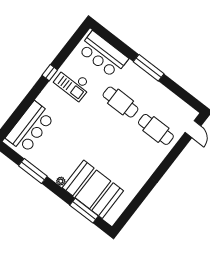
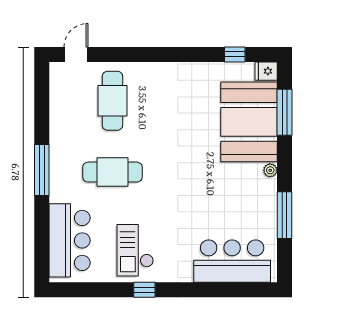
checkout: (73, 83) -> (135, 250), turned 180
cafe table: (120, 102) -> (112, 172), turned 90
window: (132, 208) -> (235, 54), added
fridge: (112, 217) -> (266, 71), added

